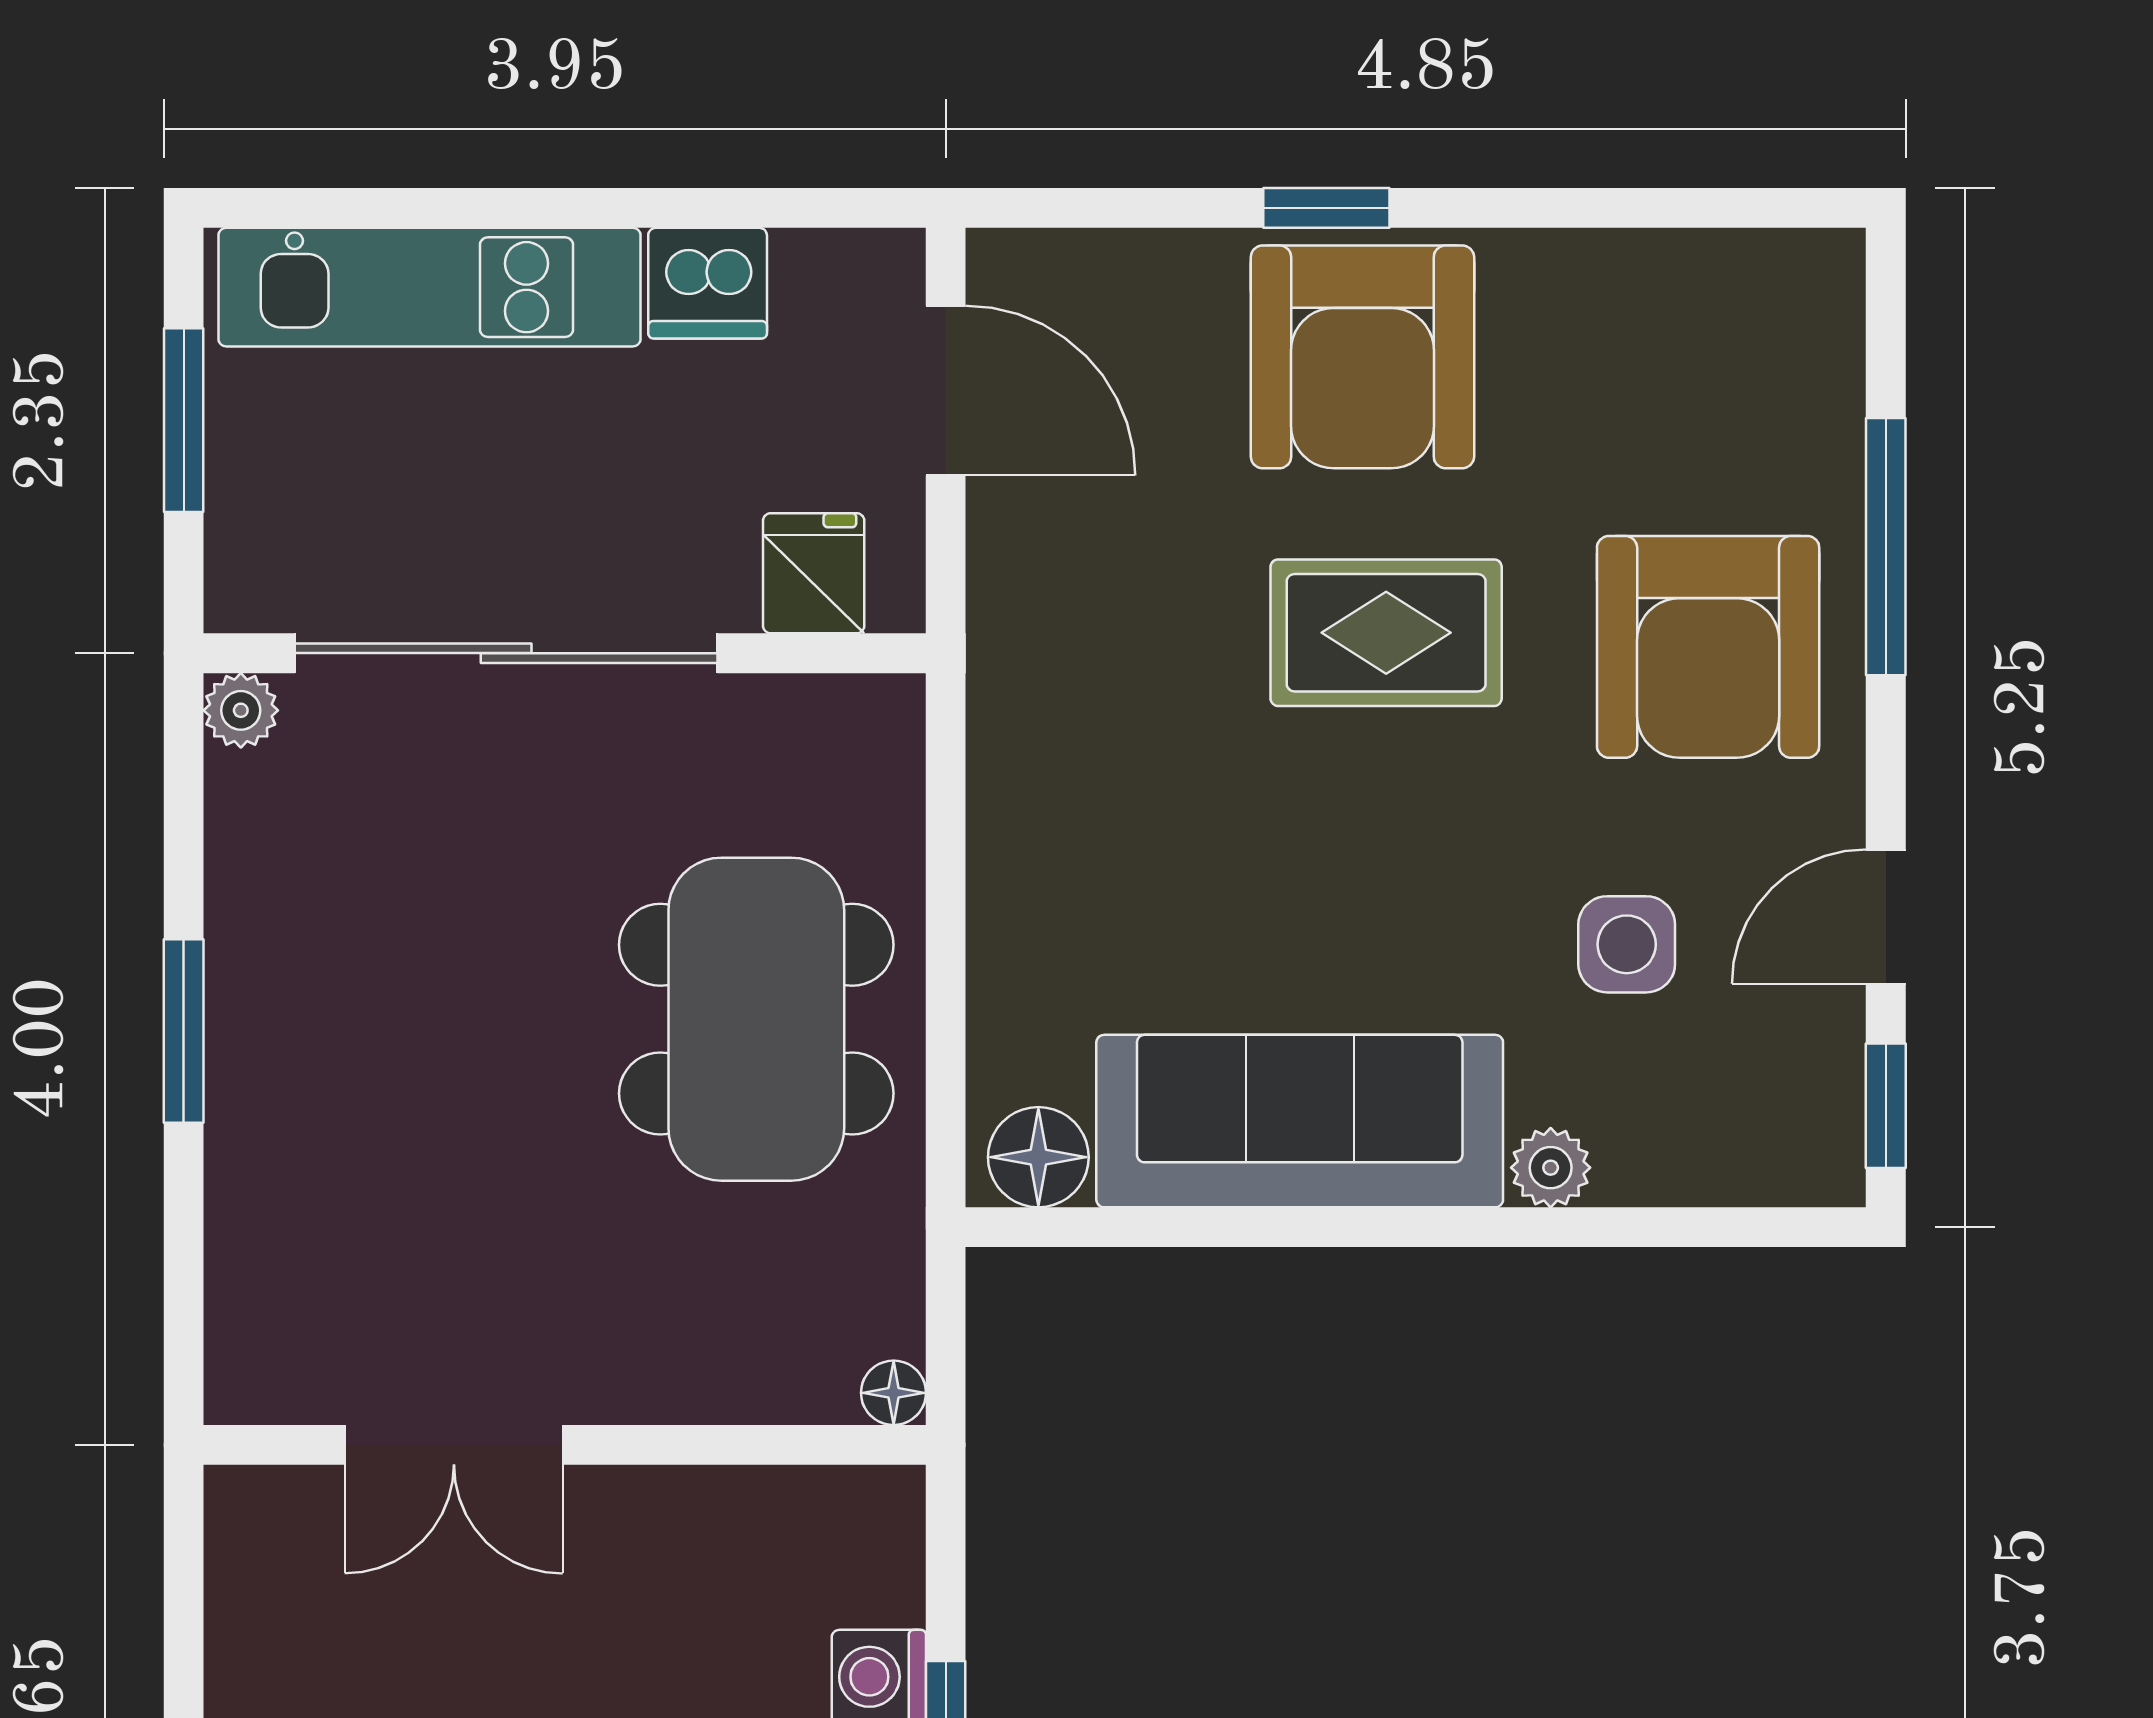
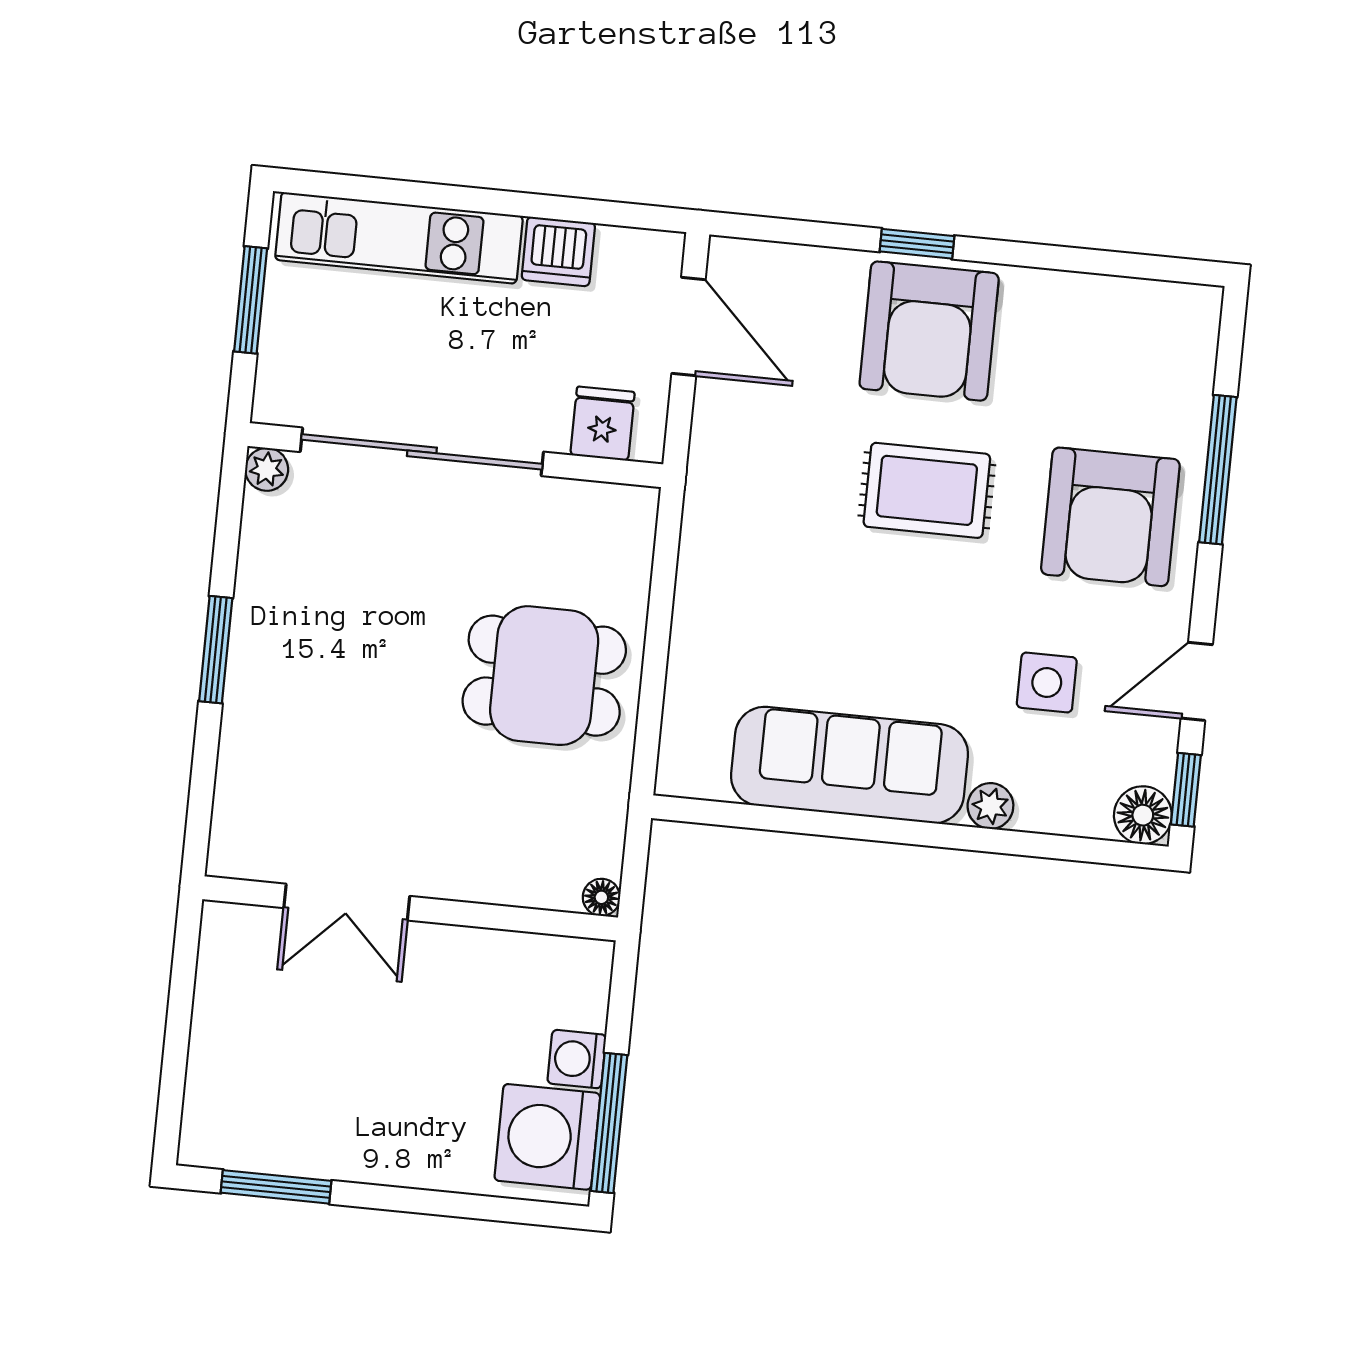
dining table: (756, 1019) -> (544, 676), width x0.73
floor lamp: (1038, 1157) -> (1143, 815), moved

